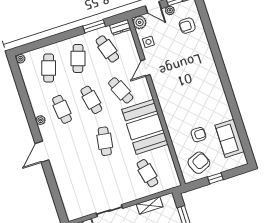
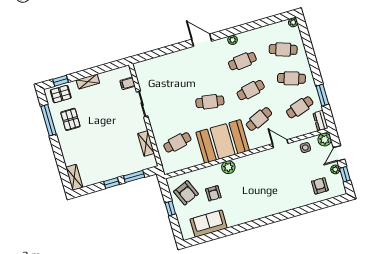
plant: (171, 120) -> (228, 167), added

